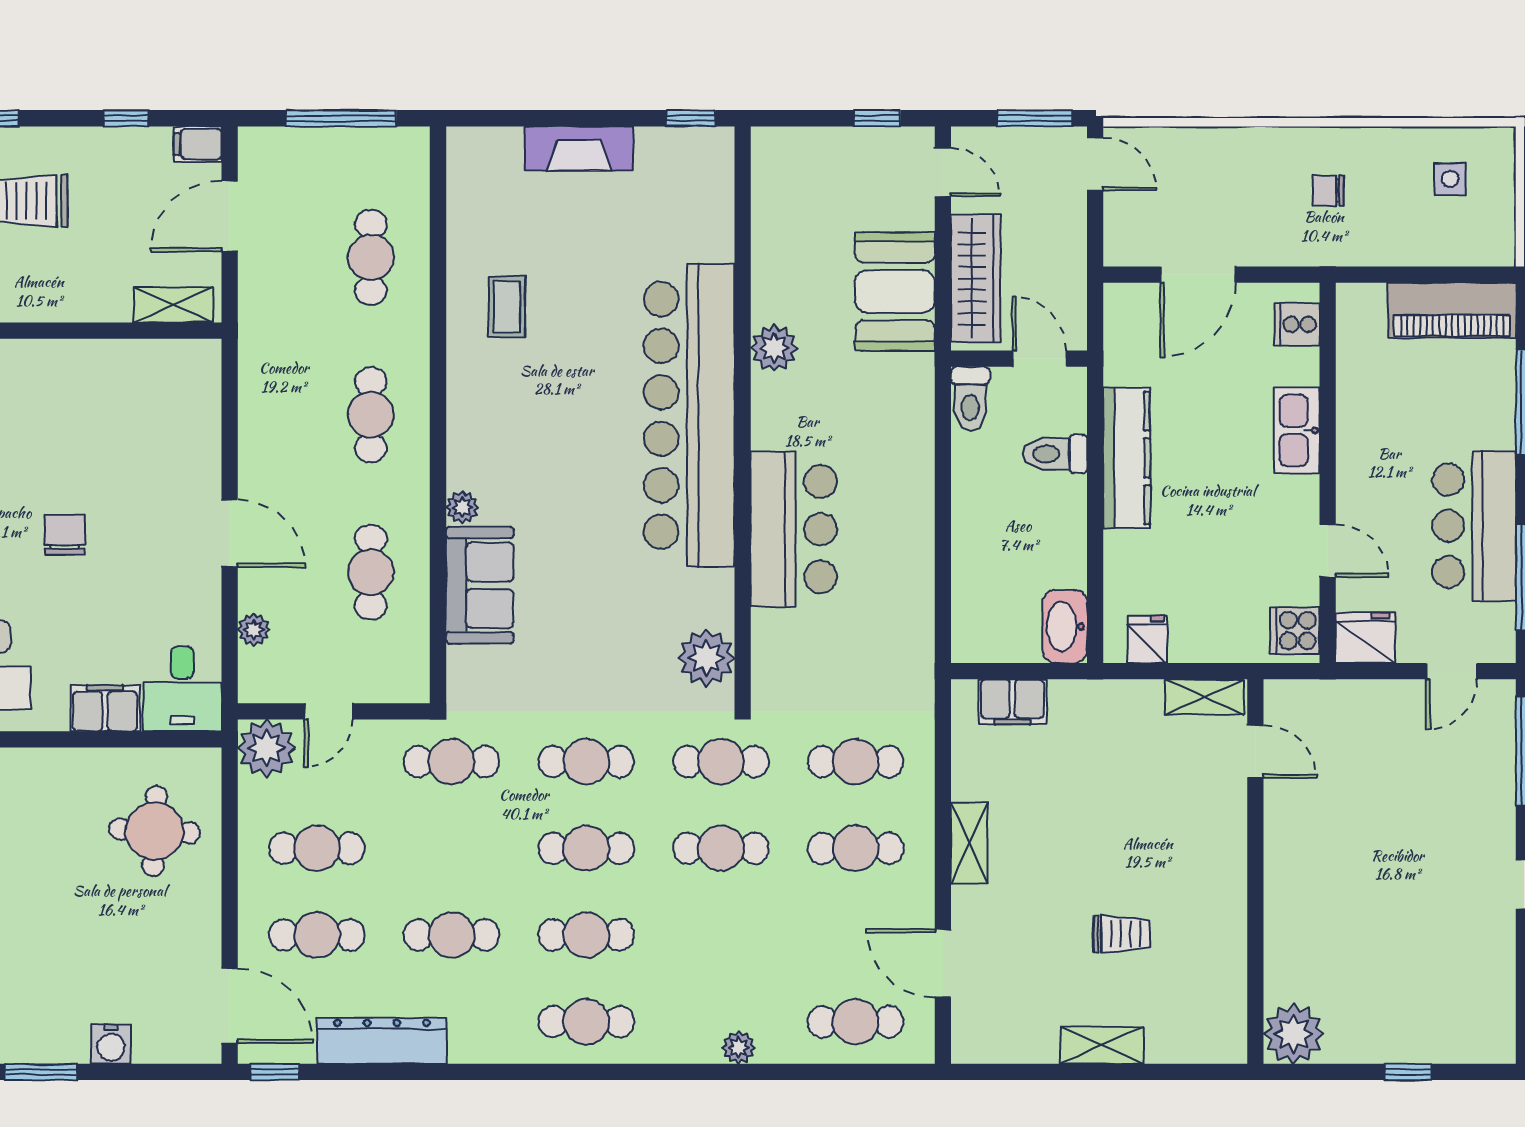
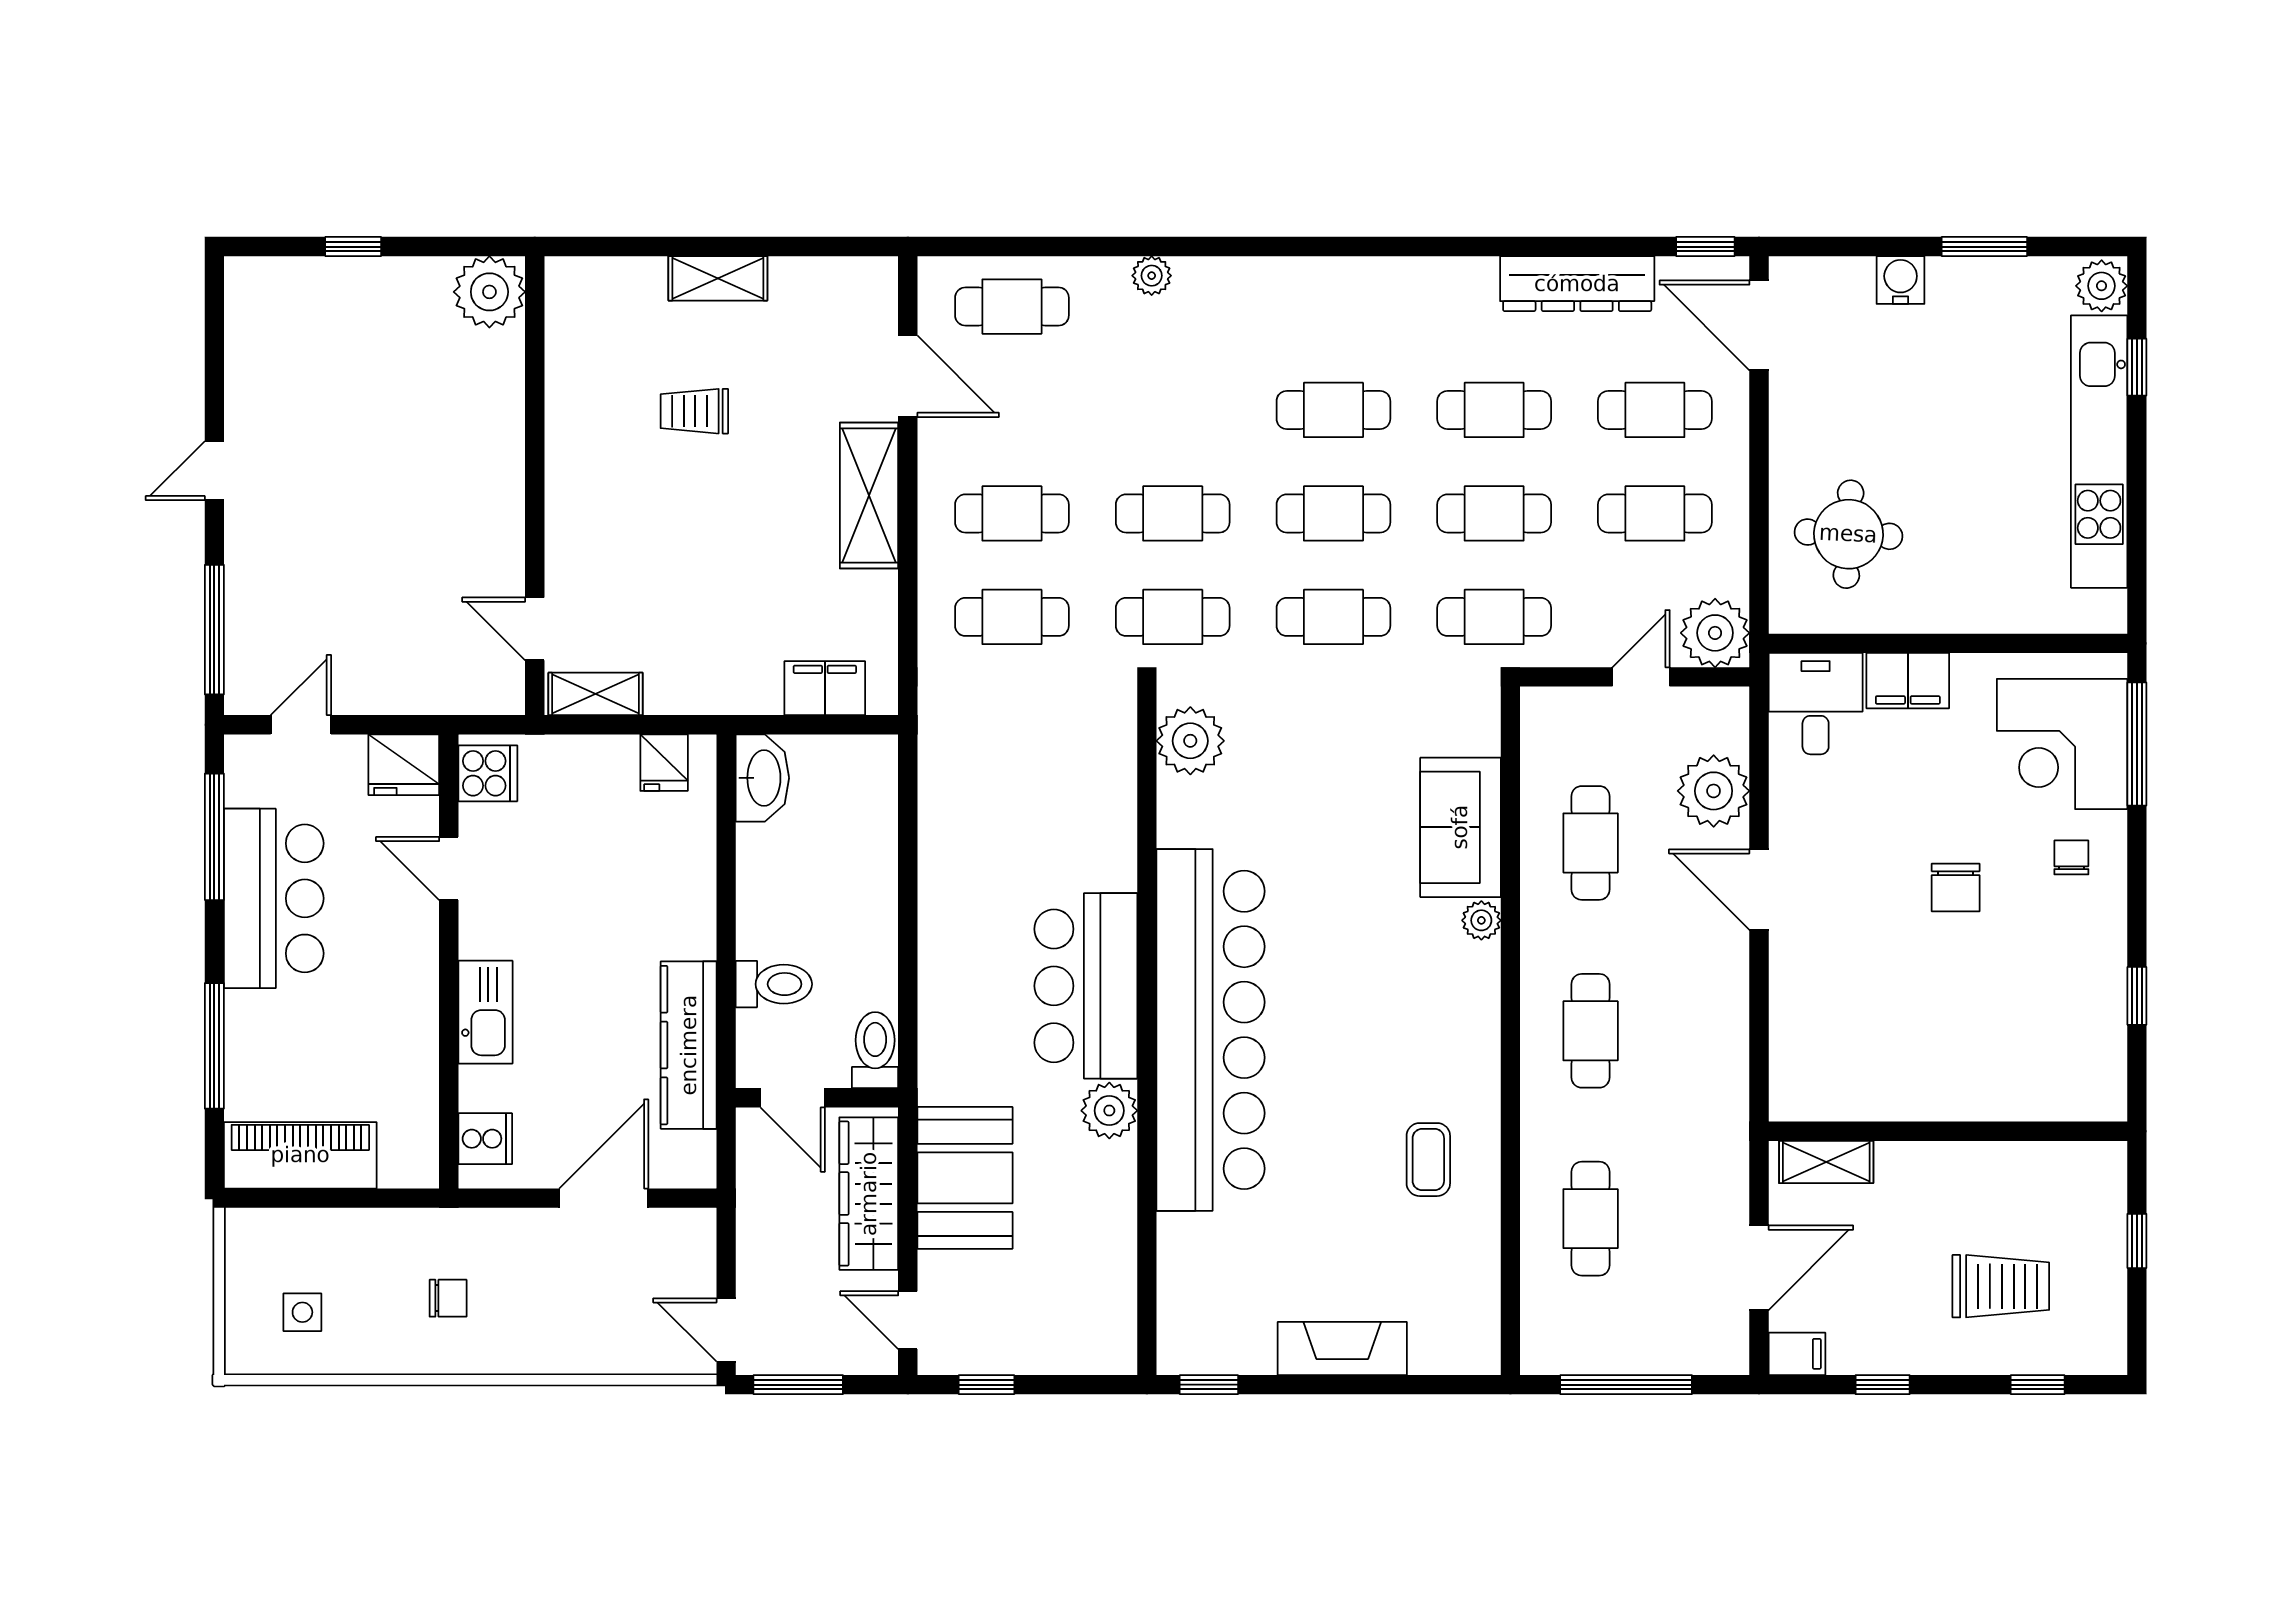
kitchen counter: (1127, 458) -> (689, 1045), moved
bar counter: (794, 529) -> (1086, 986), moved
plant: (254, 630) -> (1714, 791), width x1.87, depth x1.87
shelving: (969, 843) -> (869, 495), width x1.50, depth x1.33
cafe table: (586, 1022) -> (1494, 513), moved

